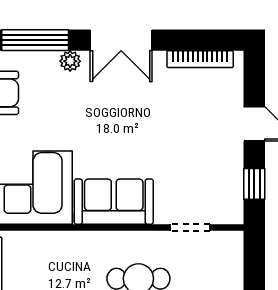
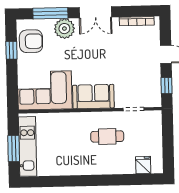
plant: (70, 61) -> (64, 29), width x1.87, depth x1.87

